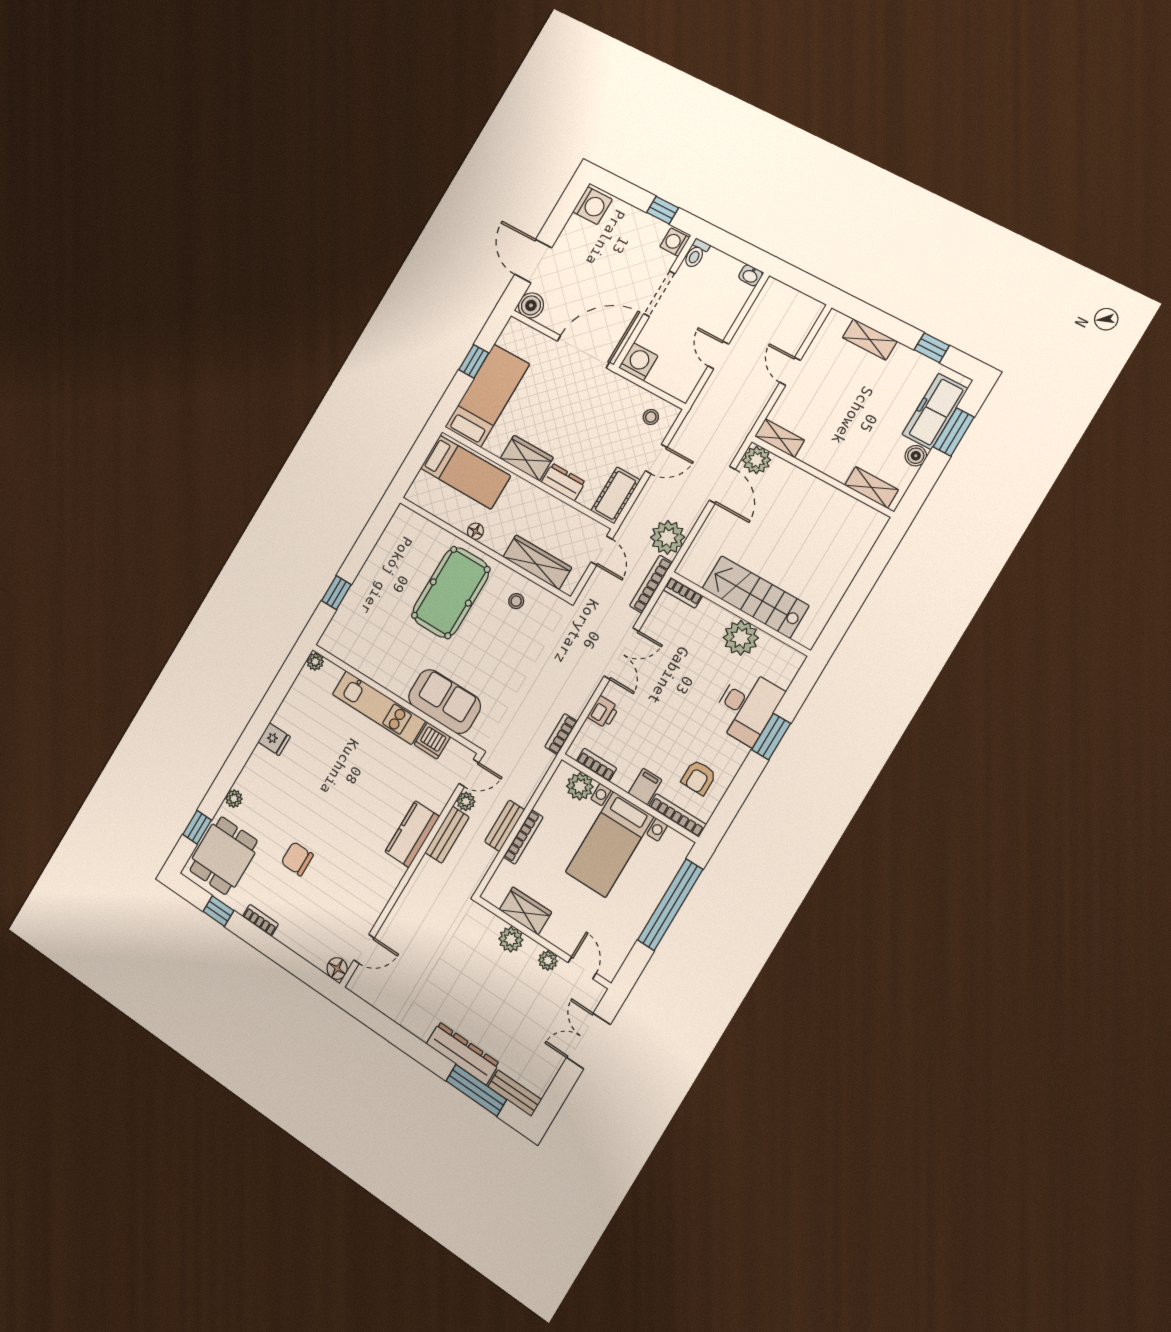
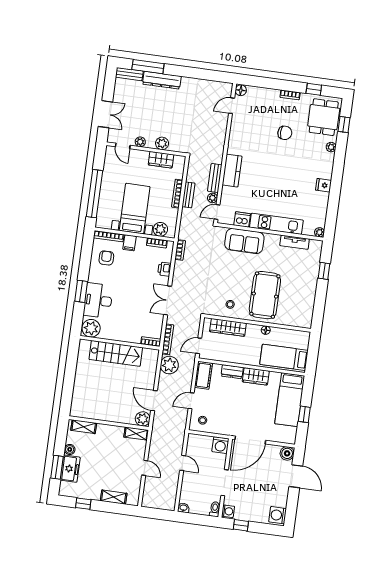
freezer: (935, 411) -> (70, 469), width x0.71
door: (602, 551) -> (199, 346), hinge flipped
plant: (741, 638) -> (91, 328), moved
tv unit: (363, 663) -> (295, 242), added

